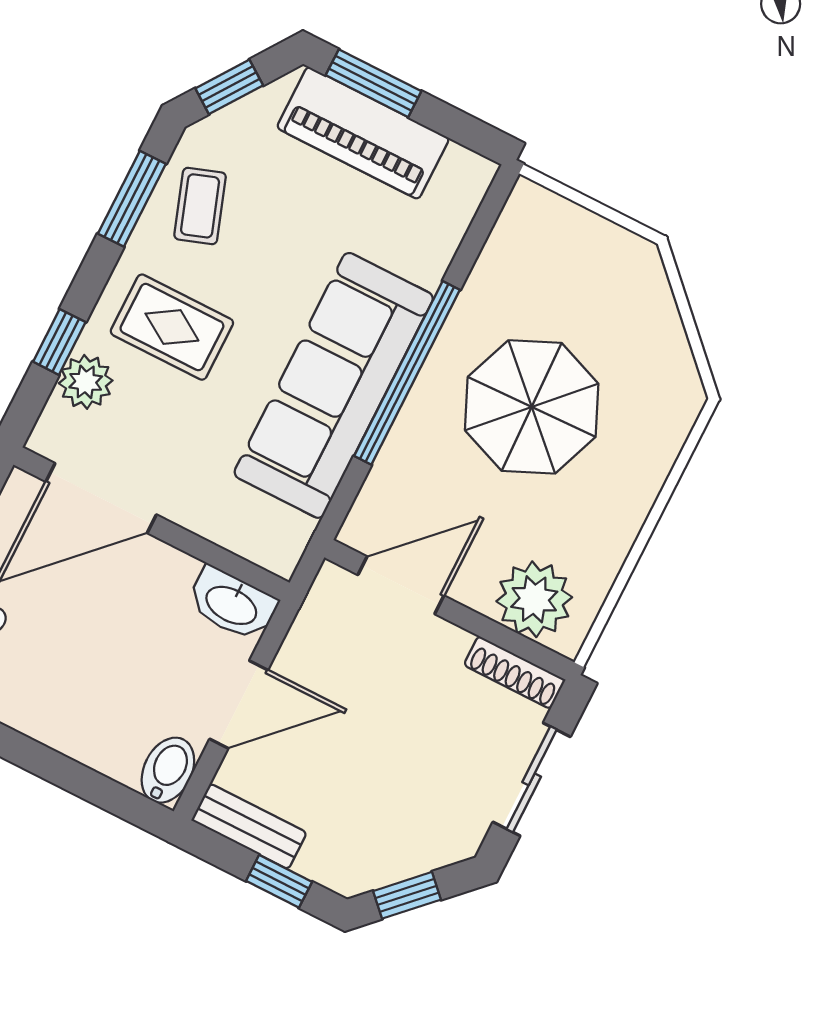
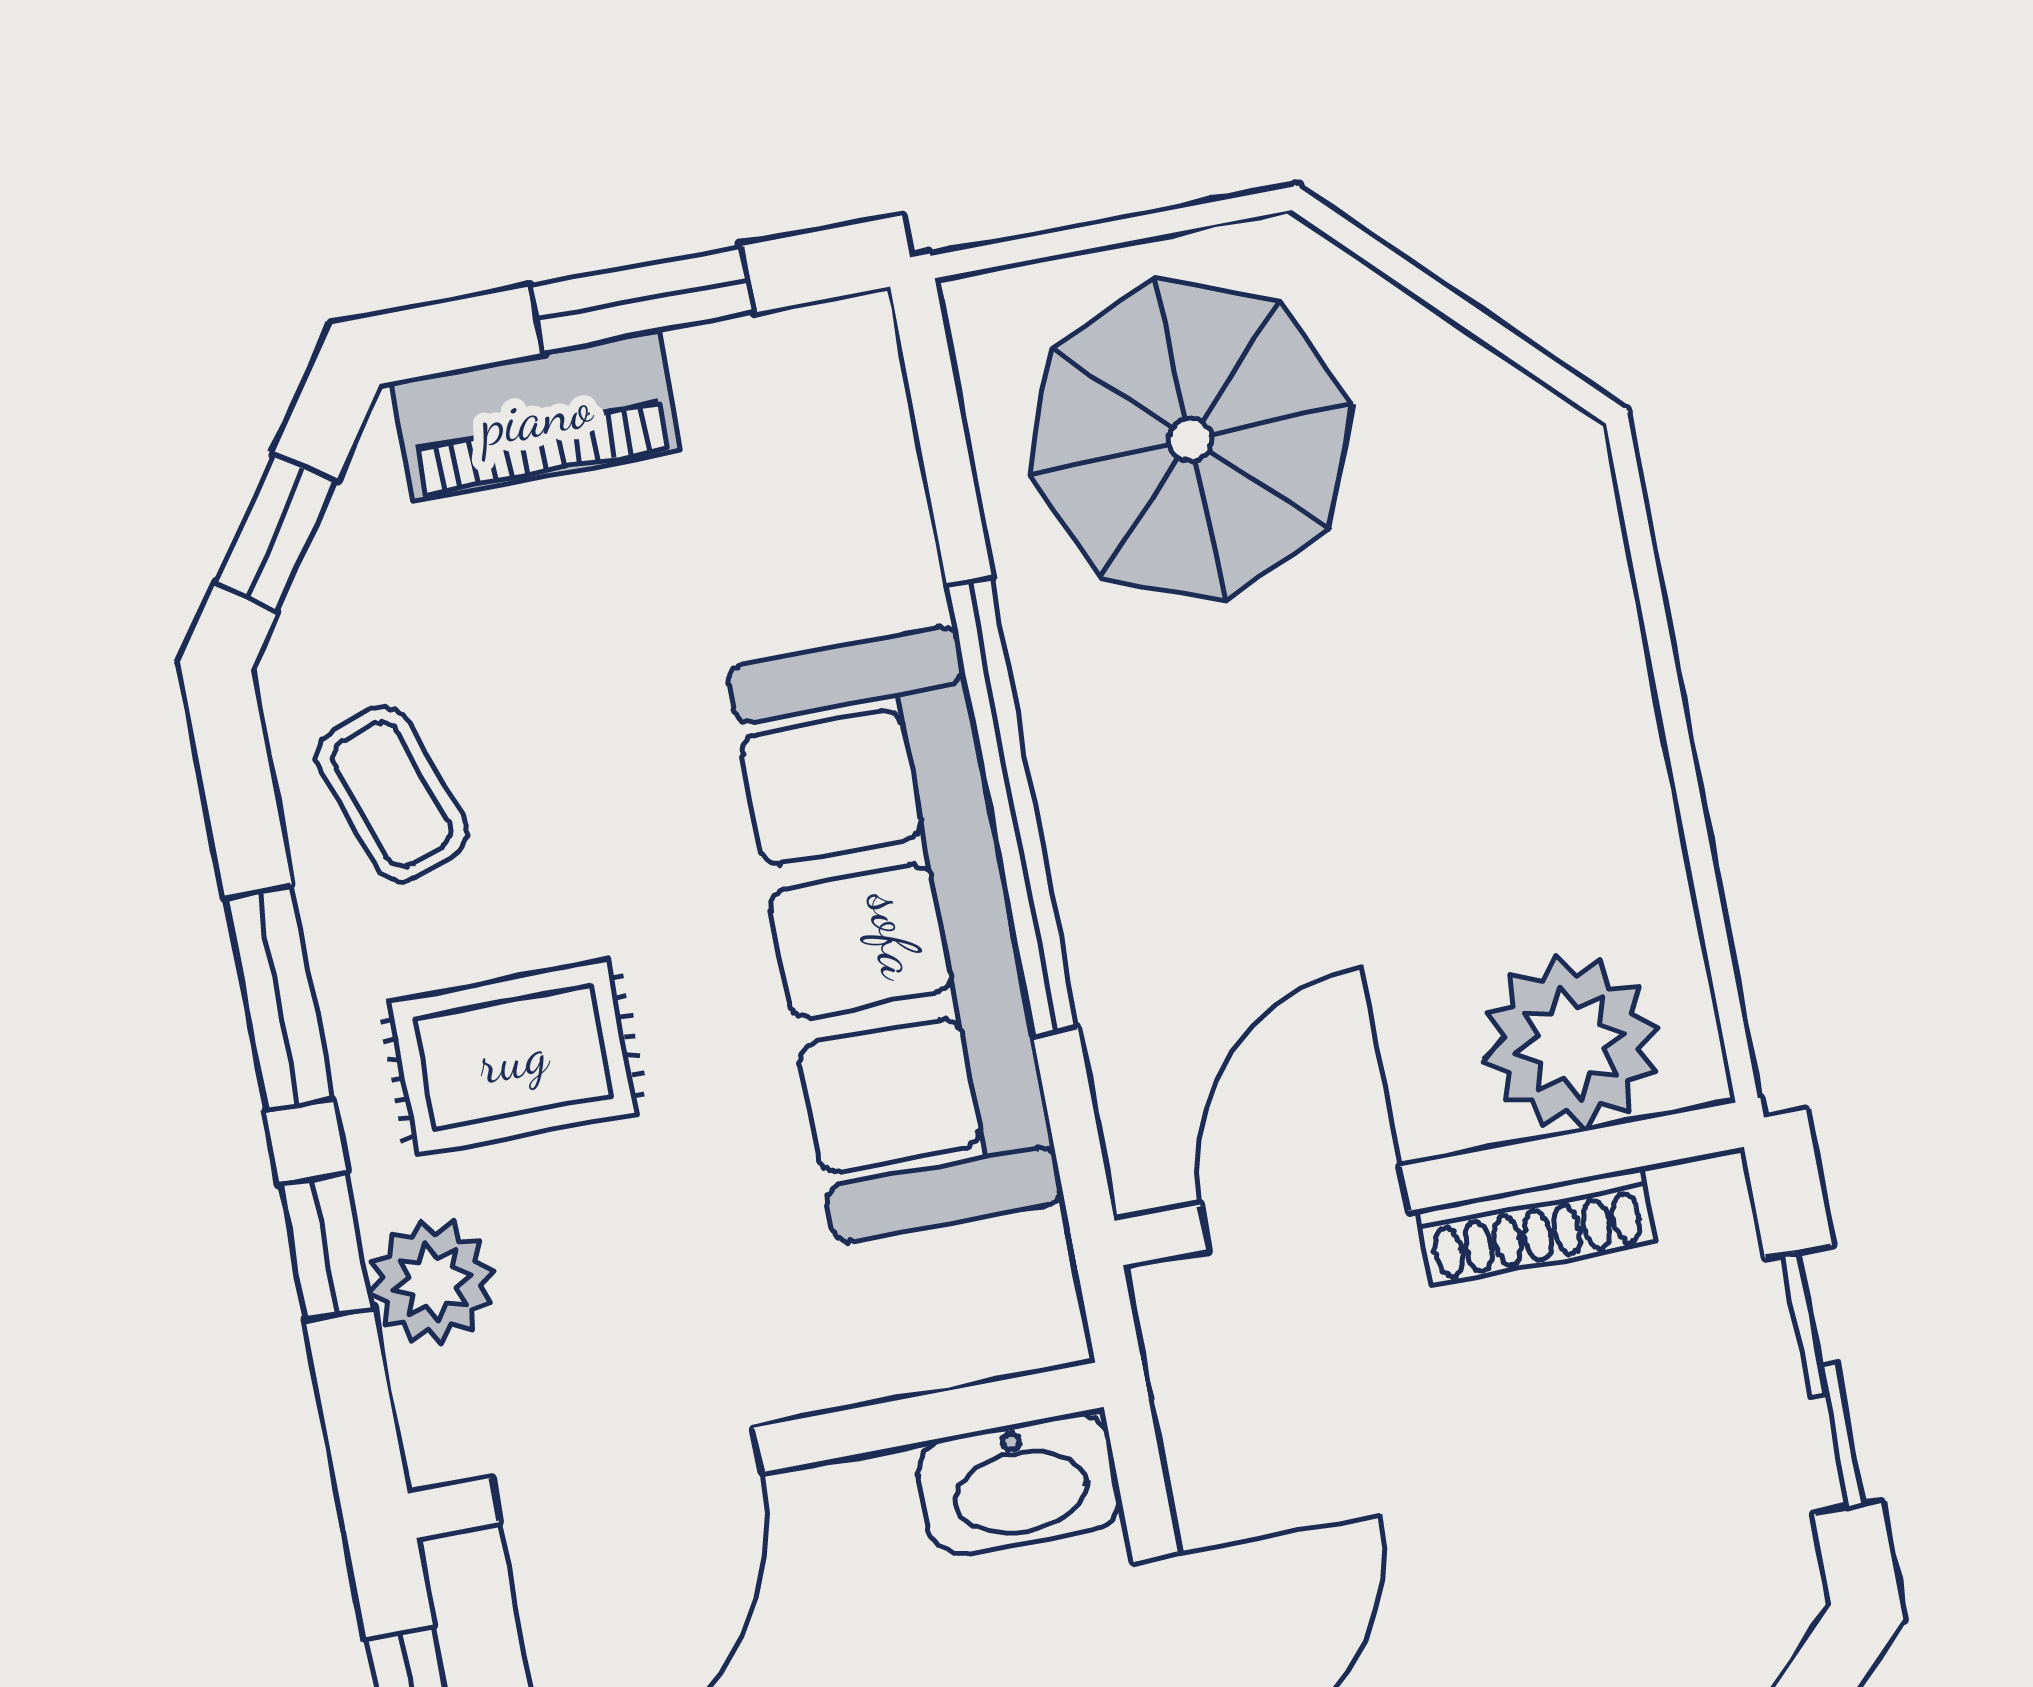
window: (374, 83) -> (642, 299), moved
piano: (363, 133) -> (536, 416), width x0.73, depth x0.75
window: (132, 199) -> (279, 999), moved
parasol: (532, 407) -> (1190, 439), moved
shoe rack: (515, 672) -> (1536, 1226), moved

